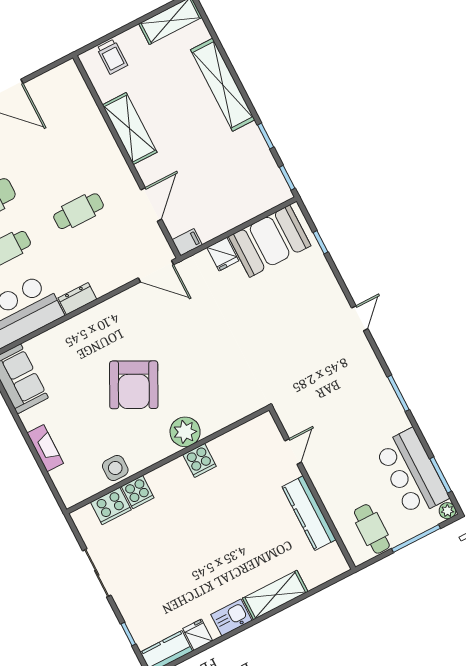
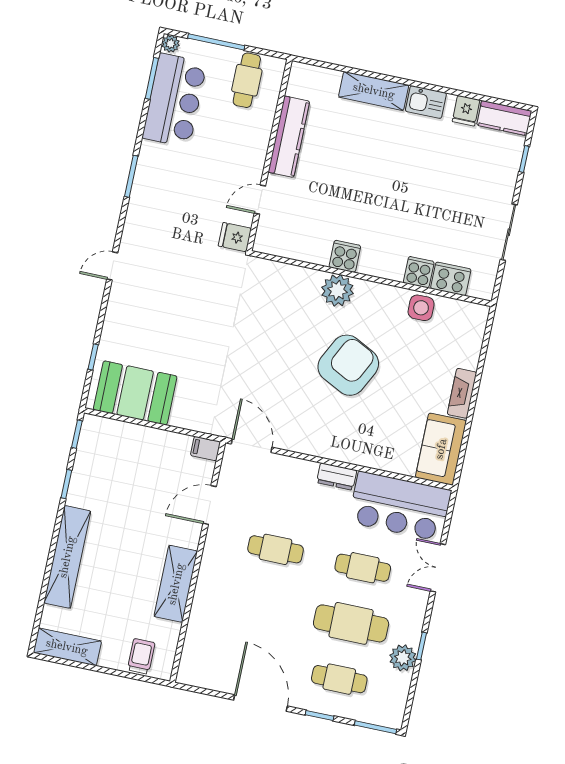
fridge: (223, 254) -> (235, 237), moved, turned -90
fireplace: (45, 448) -> (462, 393), moved

